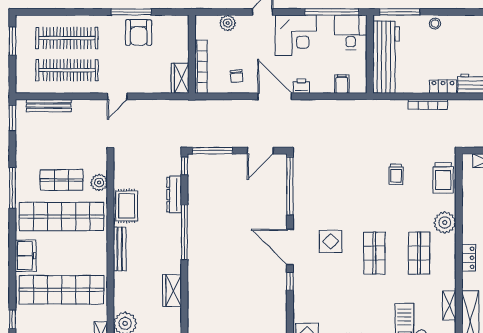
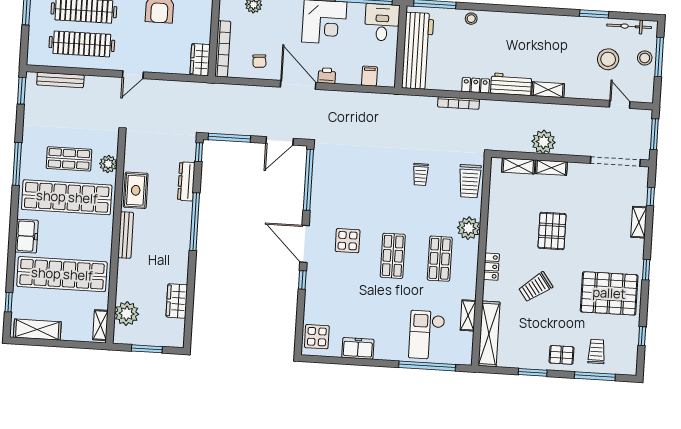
wardrobe: (172, 290) -> (177, 301), moved

